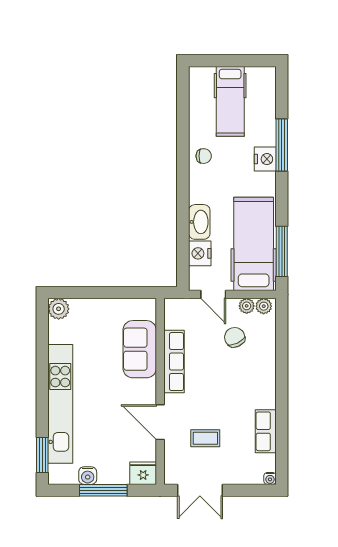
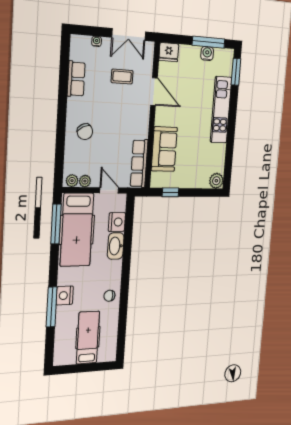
window: (126, 293) -> (170, 192), added
chair: (235, 337) -> (85, 132), moved
row of seats: (174, 362) -> (139, 164), moved
kitchen unit: (60, 404) -> (221, 110), width x0.73
water cooler: (270, 478) -> (97, 41), moved
window: (103, 490) -> (209, 42), moved
double door: (200, 490) -> (129, 35), swing flipped

